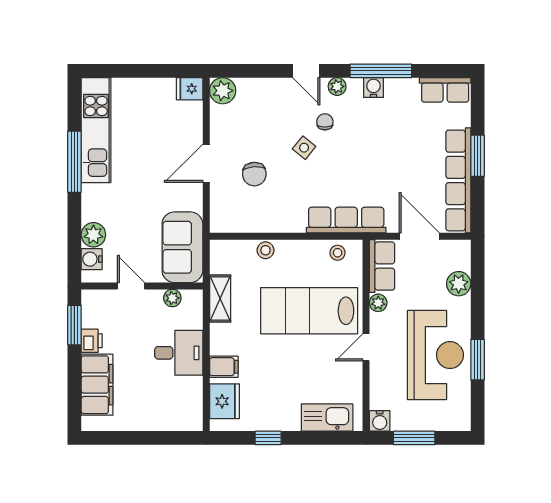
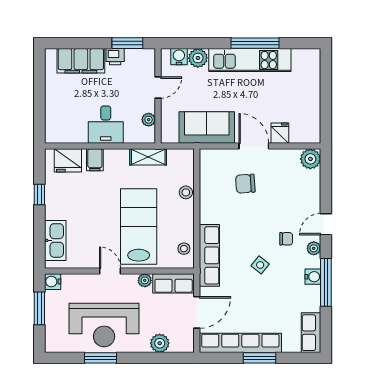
fridge: (190, 89) -> (280, 133), moved
kitchen unit: (96, 130) -> (250, 60), moved
side table: (304, 148) -> (260, 265), moved
sofa: (182, 247) -> (207, 128), moved

